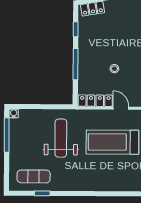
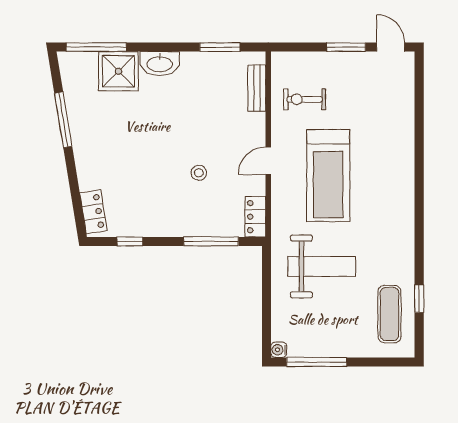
window: (75, 64) -> (211, 241), moved
locker: (95, 101) -> (255, 217), width x0.66
weight bench: (61, 138) -> (322, 266), turned 180

